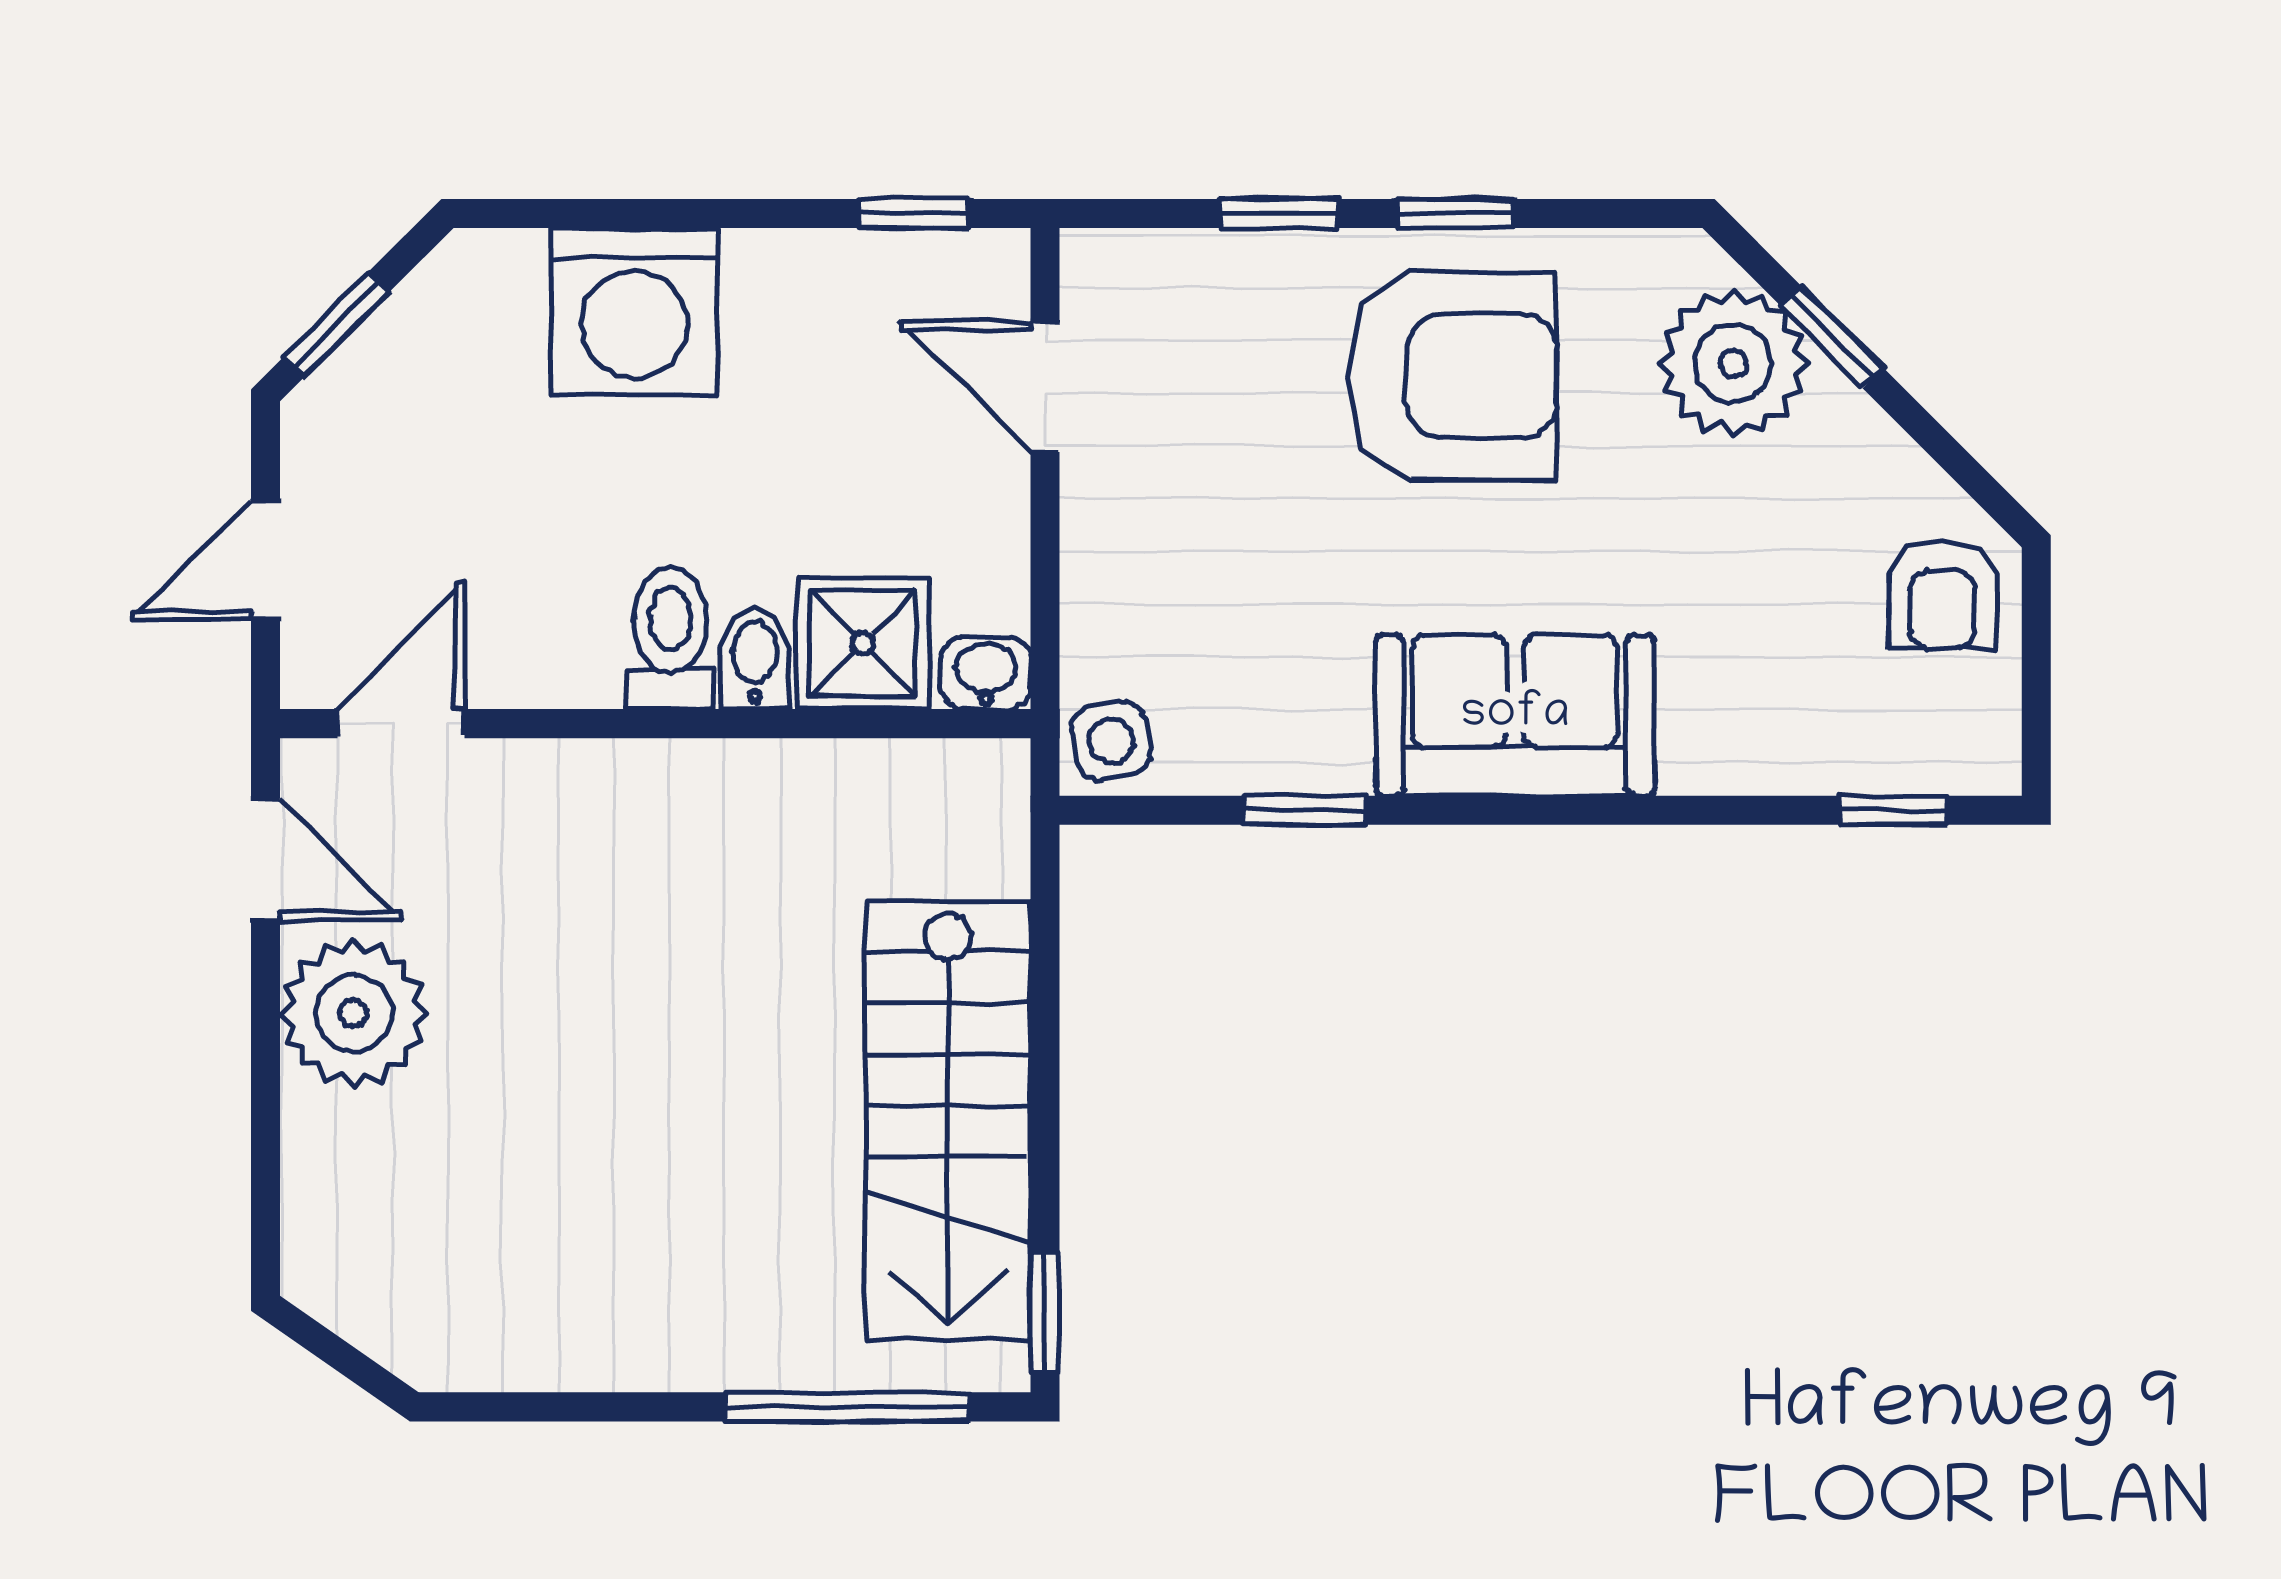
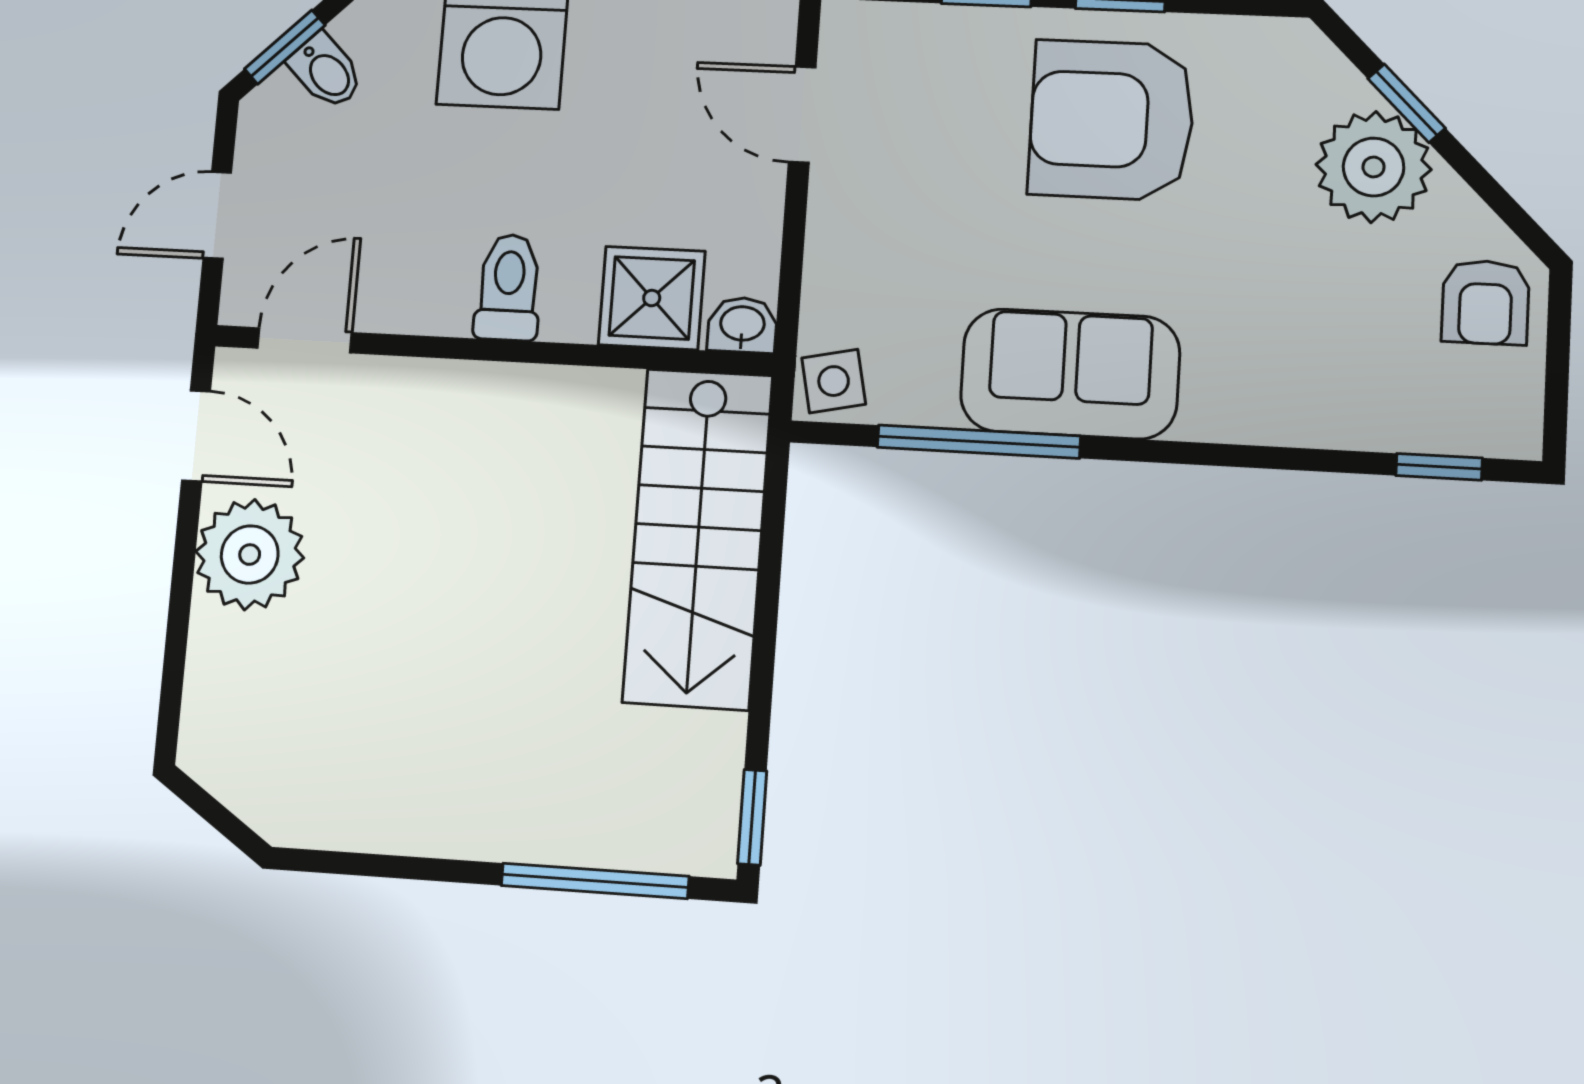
plant: (1733, 363) -> (1374, 167), moved
armchair: (1452, 376) -> (1112, 120), turned 180
bidet: (755, 659) -> (326, 71), moved, turned 135
sofa: (1515, 715) -> (1070, 374), moved
window: (1305, 810) -> (979, 442), width x2.17
stairs: (948, 1121) -> (698, 538), moved

